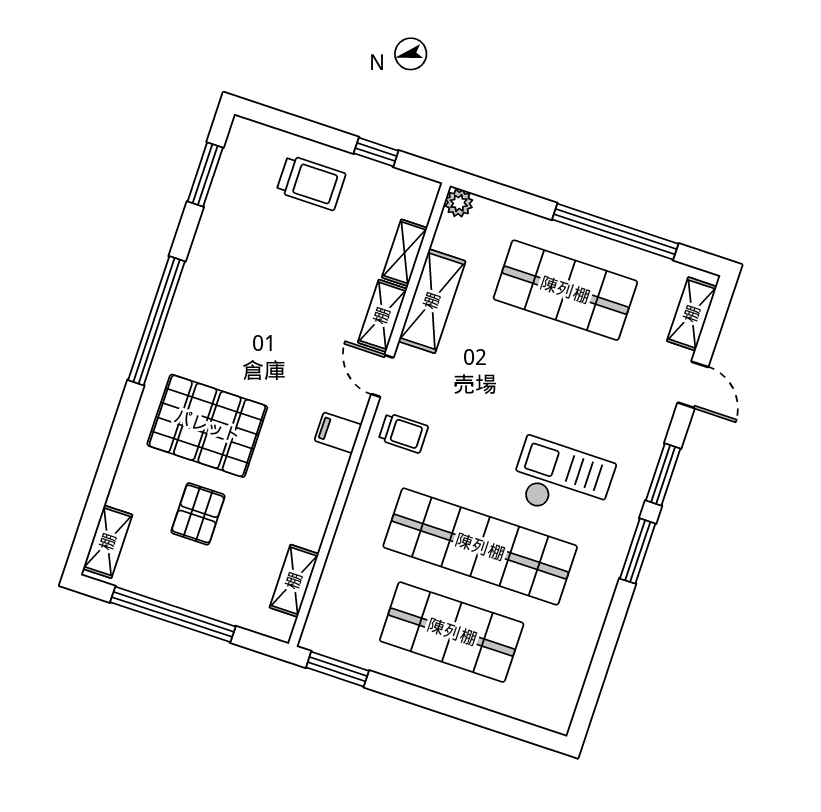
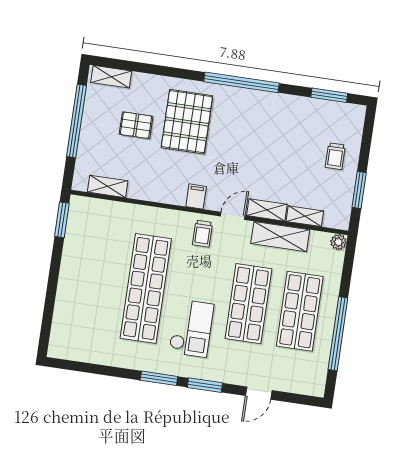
window: (376, 152) -> (359, 190), width x1.50
trolley: (311, 183) -> (335, 156), width x0.73, depth x0.72
shelving: (692, 314) -> (299, 385), removed
shop shelf: (452, 632) -> (248, 304), moved

